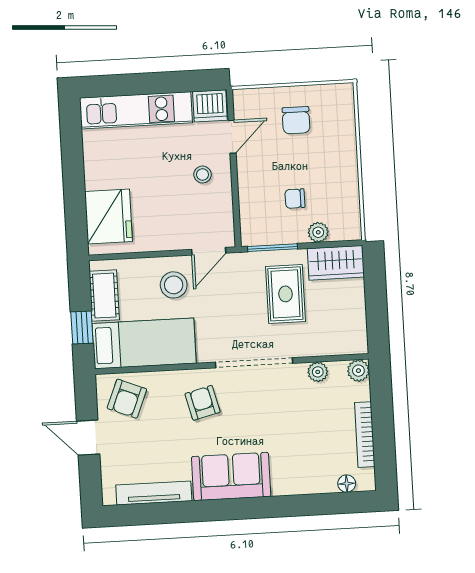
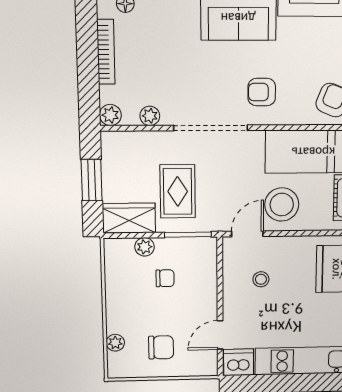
chair: (296, 120) -> (161, 347), turned 90
plant: (346, 124) -> (115, 343), added
stool: (203, 175) -> (261, 279), moved
stool: (174, 285) -> (282, 205), width x1.38, depth x1.38
window: (376, 302) -> (92, 180), added
armchair: (203, 403) -> (262, 92), turned 104

